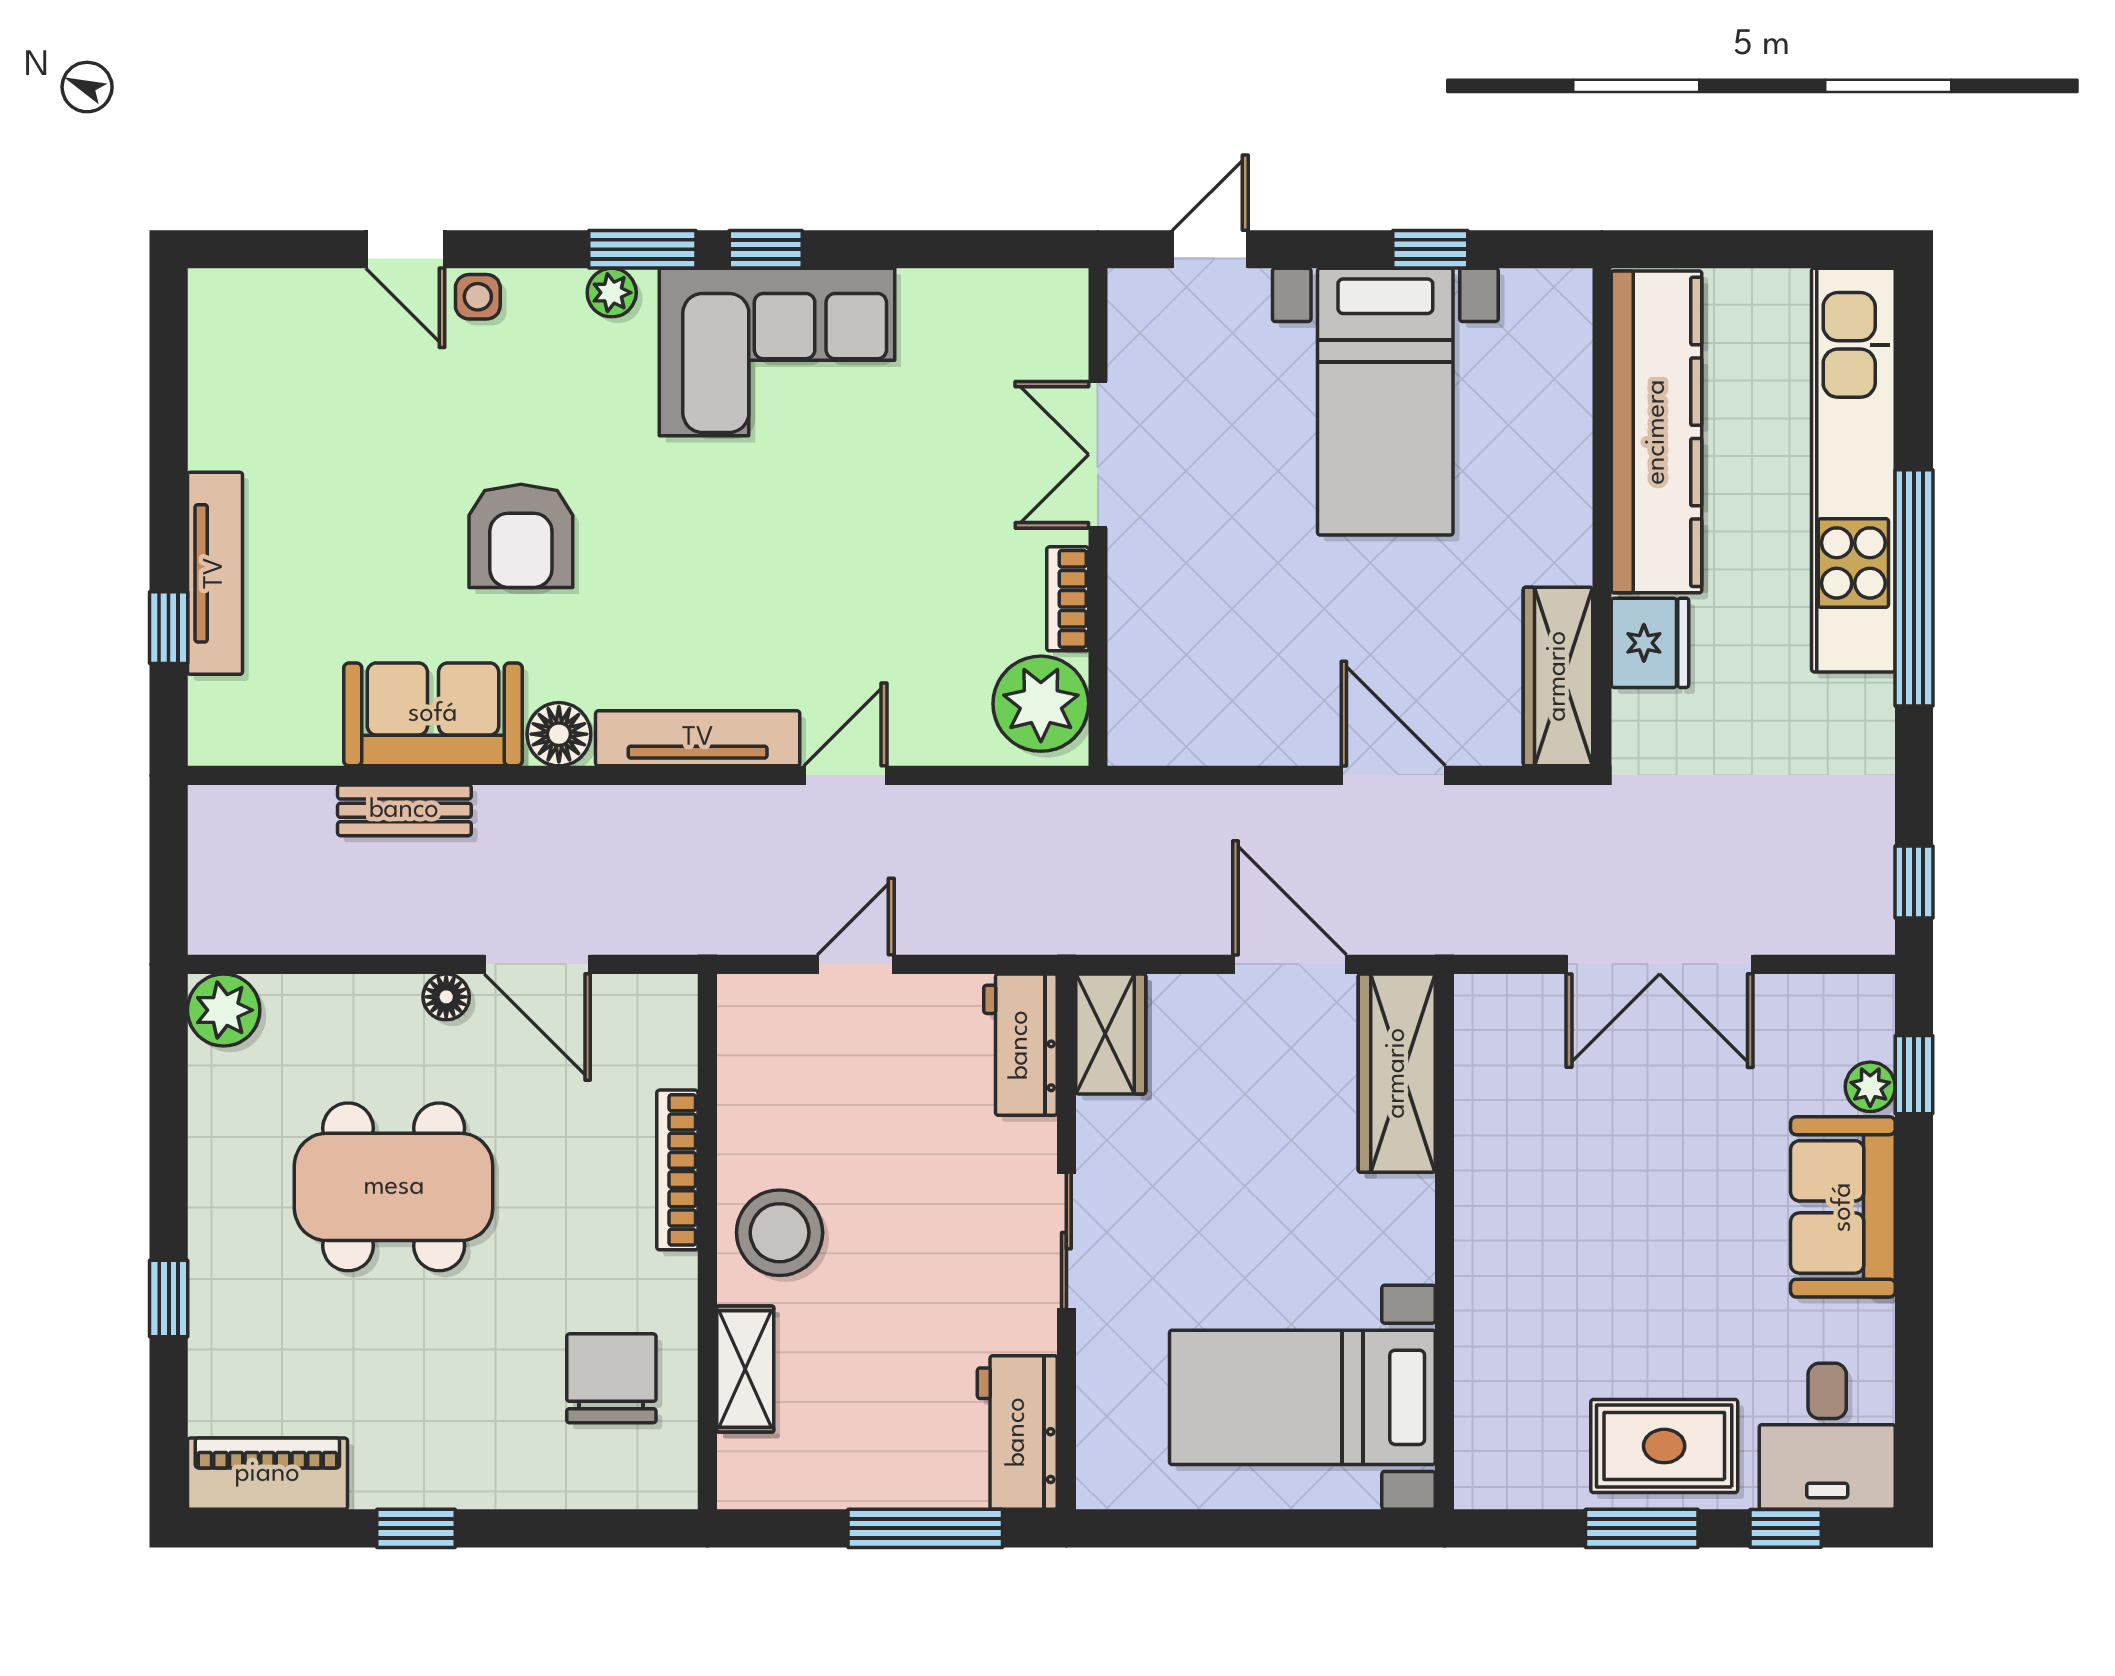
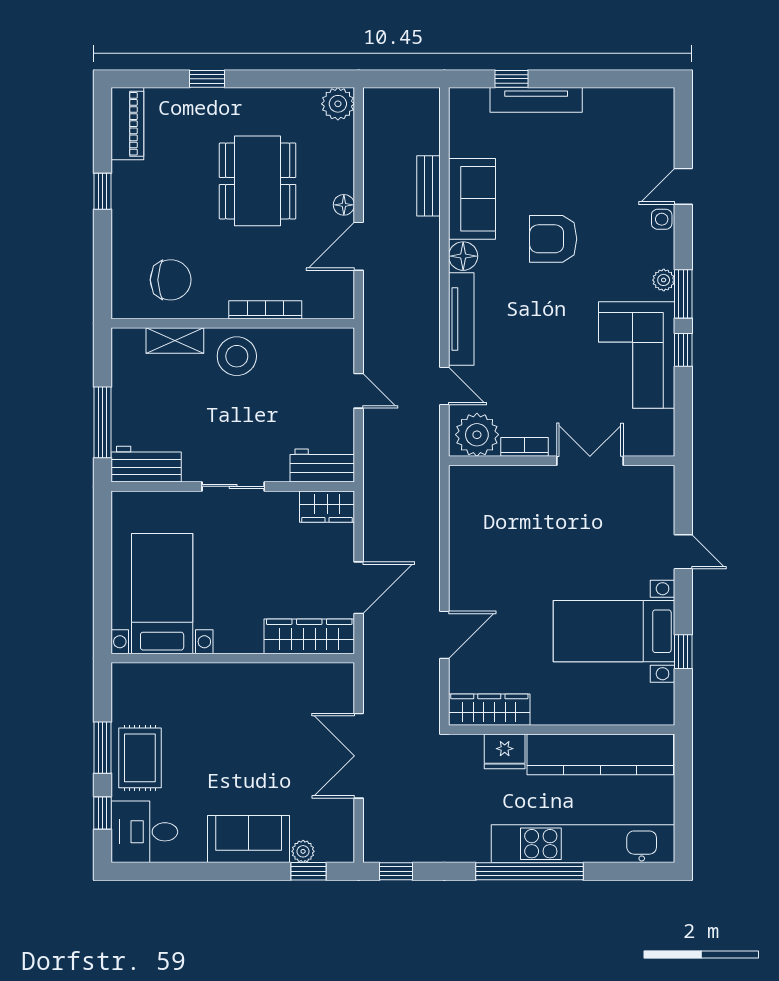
double door: (1098, 455) -> (590, 461), moved
wall: (1098, 517) -> (562, 461), moved
bookcase: (1068, 599) -> (525, 447), moved
plant: (1041, 704) -> (477, 435), moved

